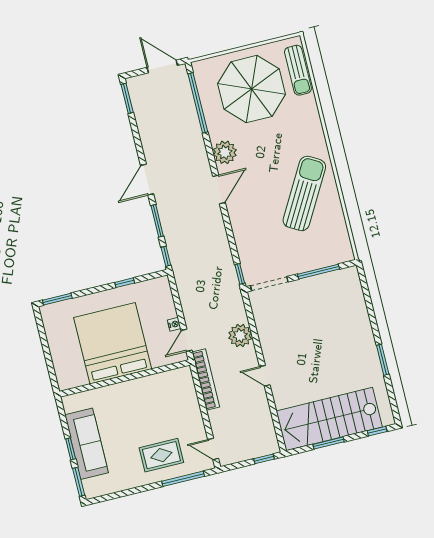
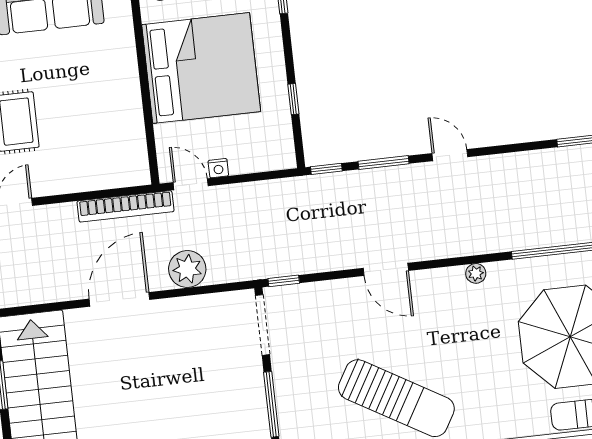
plant: (225, 152) -> (476, 273), width x0.53, depth x0.53
door: (147, 180) -> (450, 155), width x0.73
door: (219, 189) -> (386, 269), moved
door: (265, 376) -> (119, 299), width x1.88

